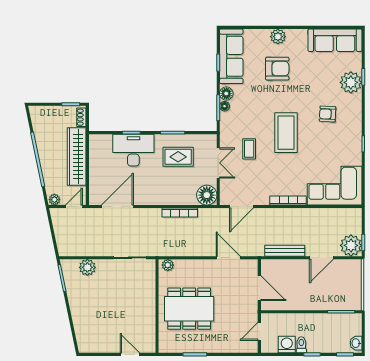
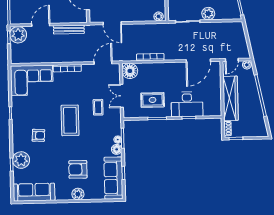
plant: (87, 267) -> (208, 14), moved

